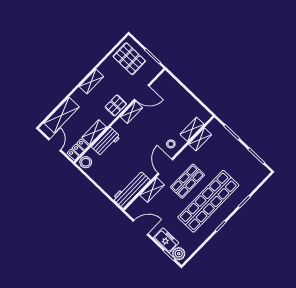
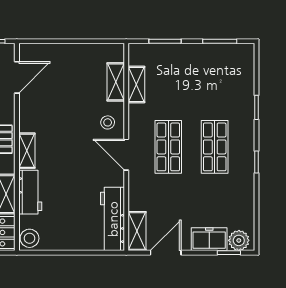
door: (142, 93) -> (17, 77), moved
shelving: (131, 112) -> (27, 151), moved
shelving: (152, 190) -> (137, 231), moved
shop shelf: (208, 201) -> (215, 147), width x0.50, depth x0.74

